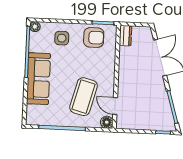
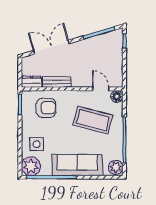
plant: (35, 27) -> (31, 166), width x1.87, depth x1.87
armchair: (94, 38) -> (46, 108), moved, turned 90
bench: (124, 61) -> (57, 82), added
door: (115, 106) -> (101, 89), swing flipped
plant: (34, 118) -> (116, 167), added

